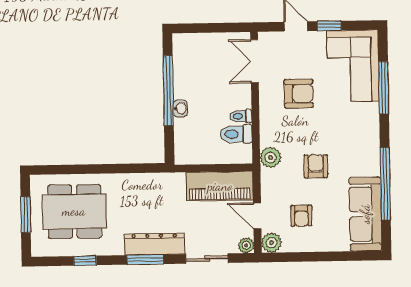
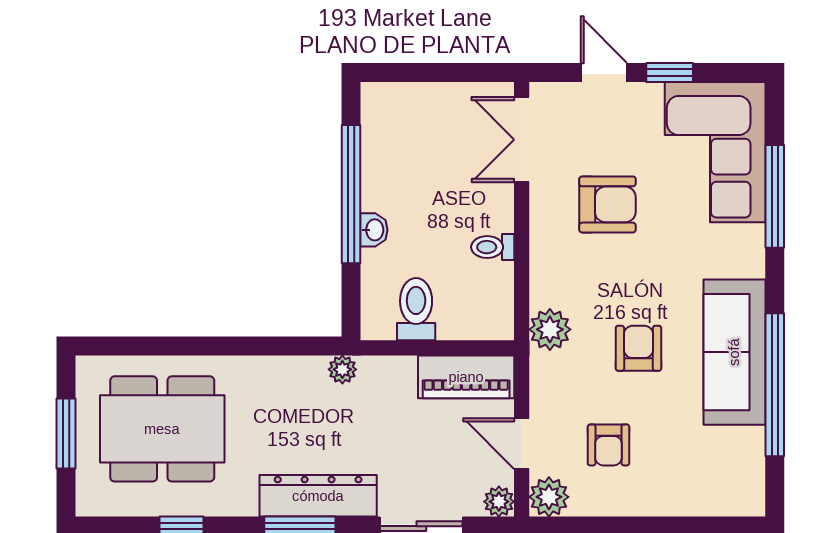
toilet: (236, 134) -> (416, 309), moved, turned 90
plant: (166, 180) -> (342, 369), added
piano: (220, 186) -> (466, 377), width x0.73, depth x0.75
sofa: (365, 214) -> (734, 352), moved

